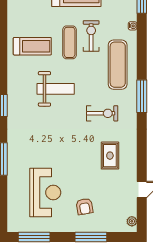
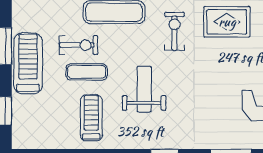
exercise bike: (91, 36) -> (79, 45), turned 180
rug: (110, 156) -> (227, 22), width x1.36, depth x1.43

